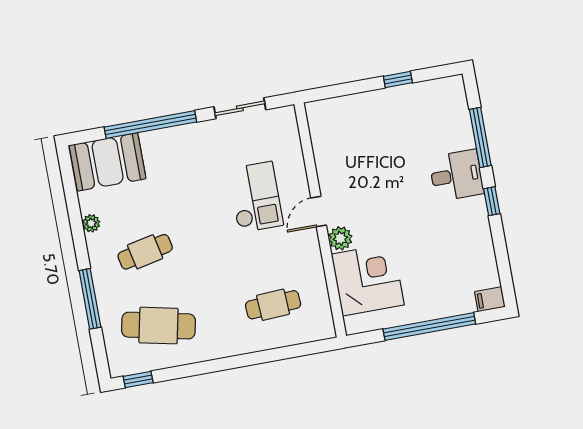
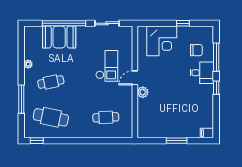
chair: (436, 130) -> (196, 50), added
booth: (108, 162) -> (59, 37), moved
corner desk: (368, 279) -> (162, 41), moved, turned 90
window: (429, 327) -> (177, 141), width x0.47

